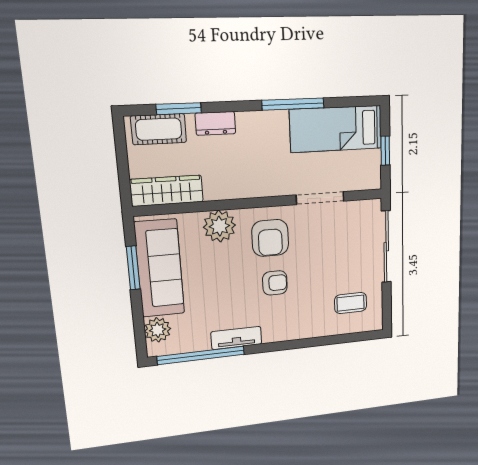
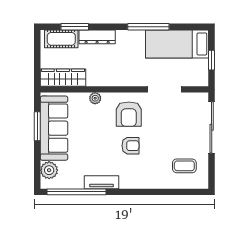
dresser: (215, 123) -> (97, 37), width x1.44
plant: (219, 226) -> (95, 98), width x0.53, depth x0.53

